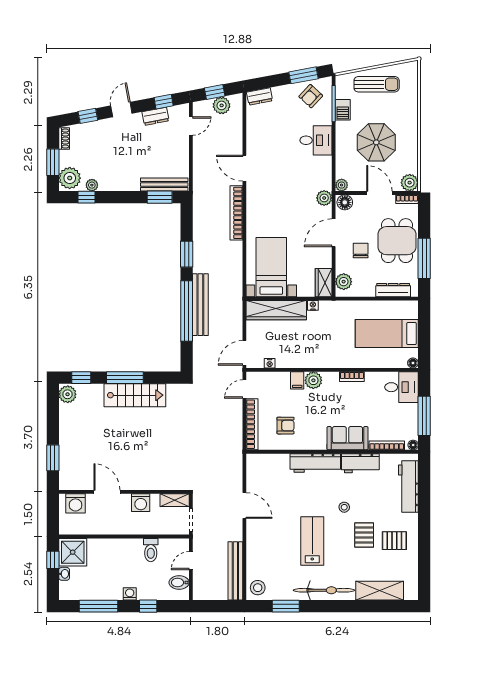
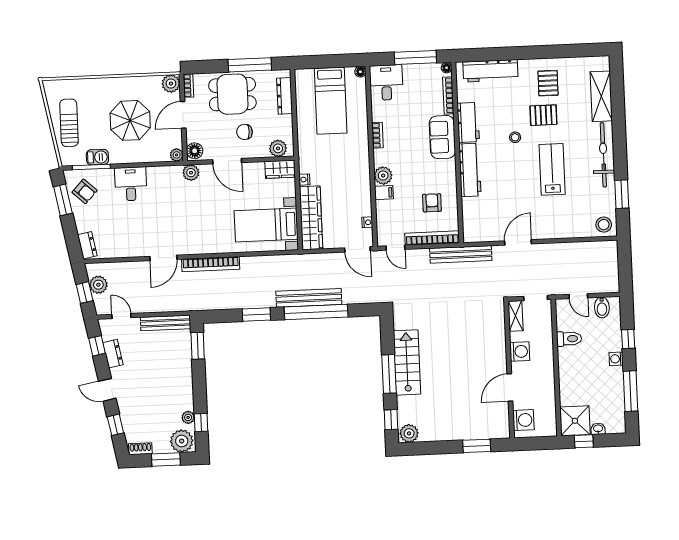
bench: (164, 185) -> (166, 323), moved, turned 90
lab bench: (312, 541) -> (552, 169), turned 90
bench: (235, 571) -> (461, 254), moved

